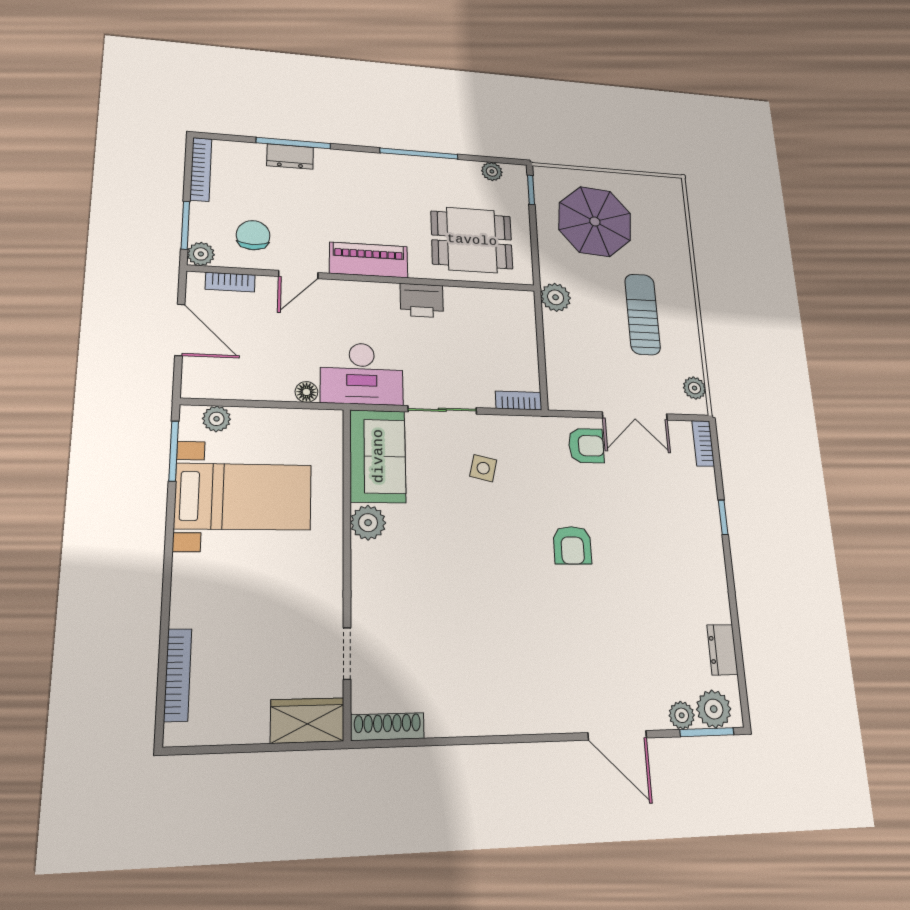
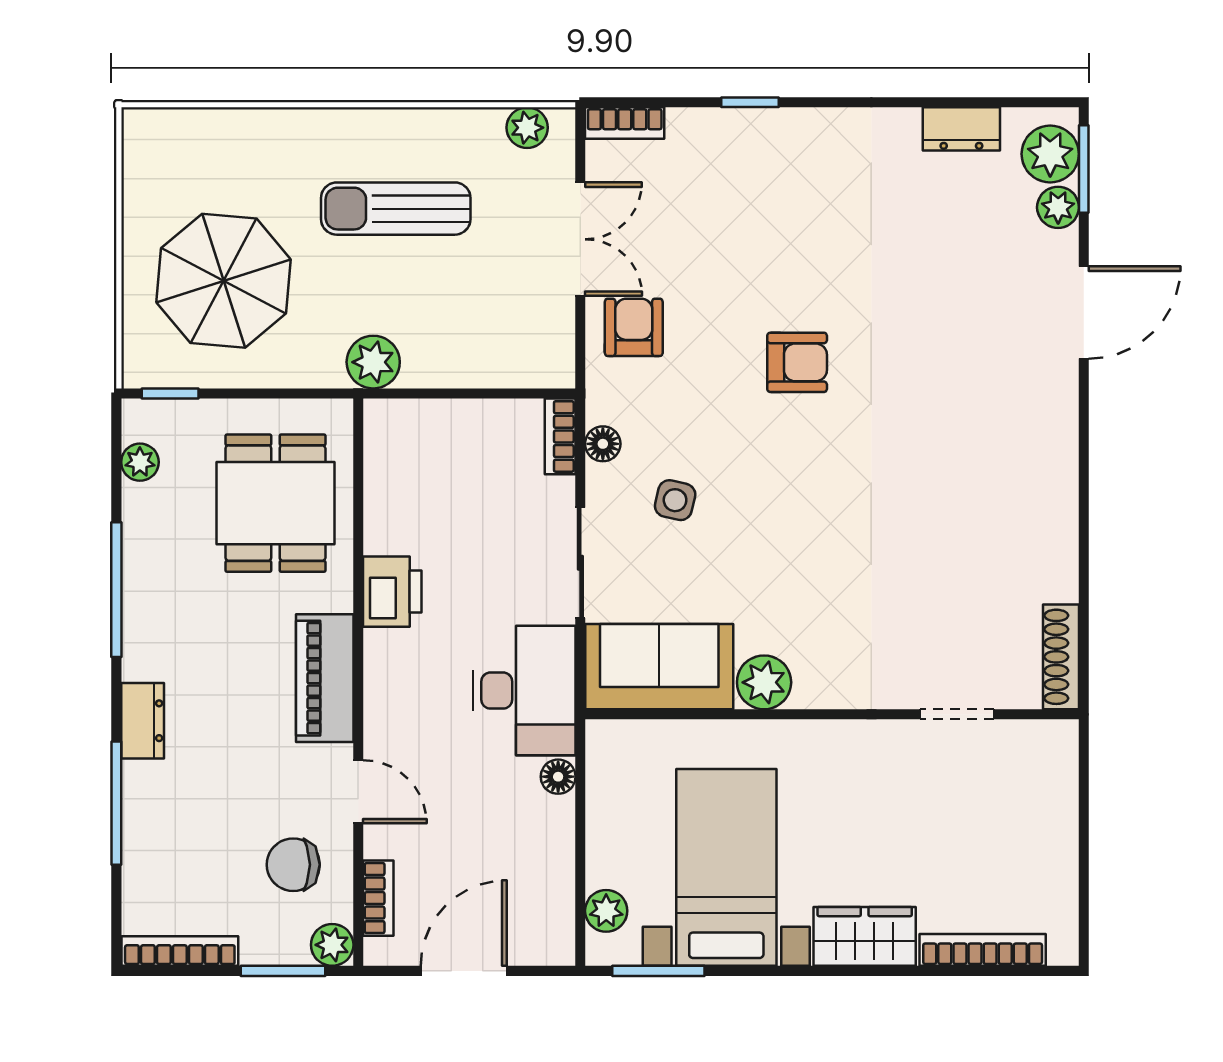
dresser: (290, 157) -> (143, 721), moved
floor lamp: (516, 425) -> (603, 444), added
wardrobe: (307, 720) -> (865, 936), moved, turned 90

